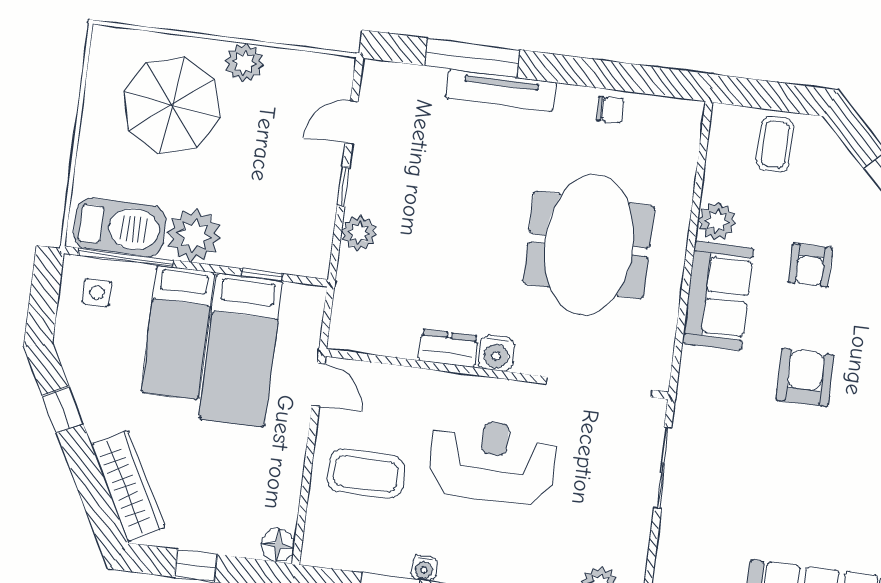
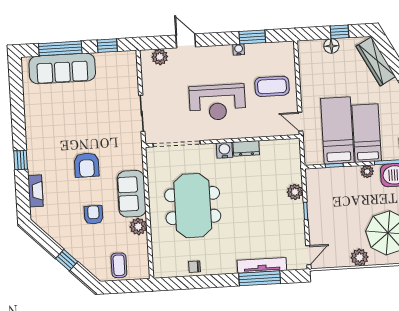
tv unit: (501, 90) -> (262, 265), moved
door: (351, 122) -> (308, 255), moved
plant: (194, 235) -> (367, 172), width x0.53, depth x0.53
floor lamp: (278, 545) -> (331, 46), moved

